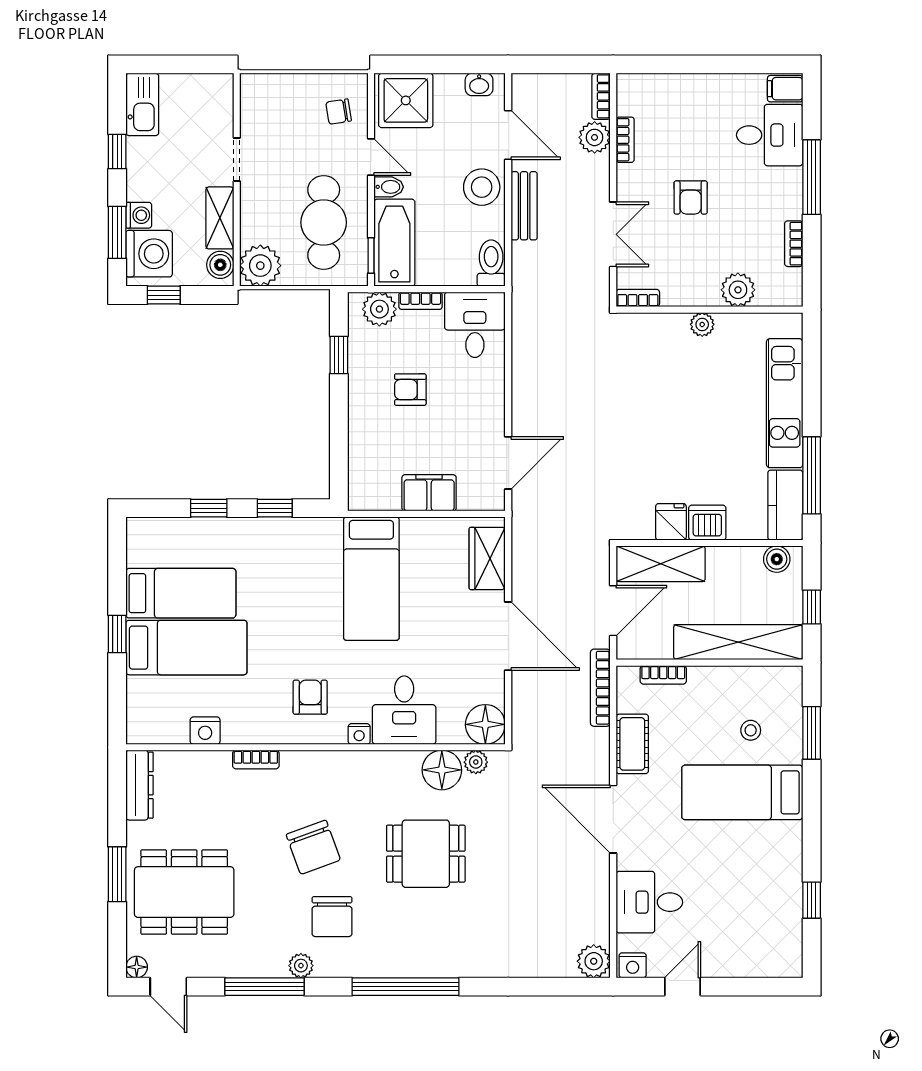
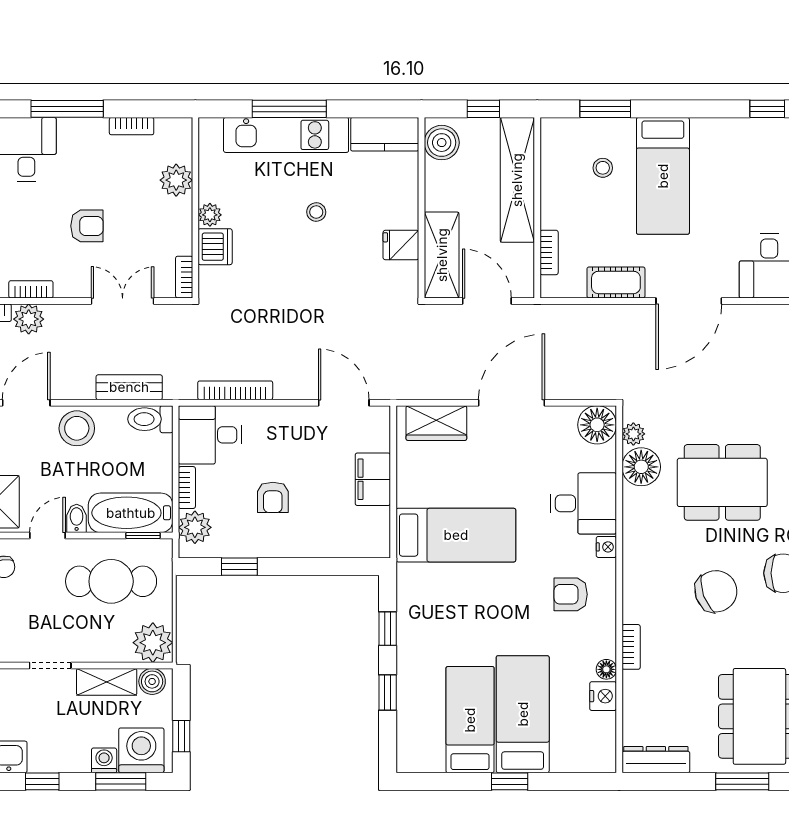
bench: (524, 206) -> (129, 387), moved
stool: (705, 434) -> (316, 212), added
window: (812, 475) -> (289, 109), moved
dishwasher: (707, 523) -> (215, 247), moved, turned 180
boiler: (777, 559) -> (442, 143), width x1.36, depth x1.36
bookcase: (600, 688) -> (235, 390), moved, turned 180
floor lamp: (233, 734) -> (606, 669), added
dining table: (426, 854) -> (722, 482), width x1.37

